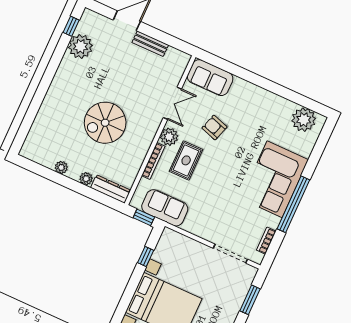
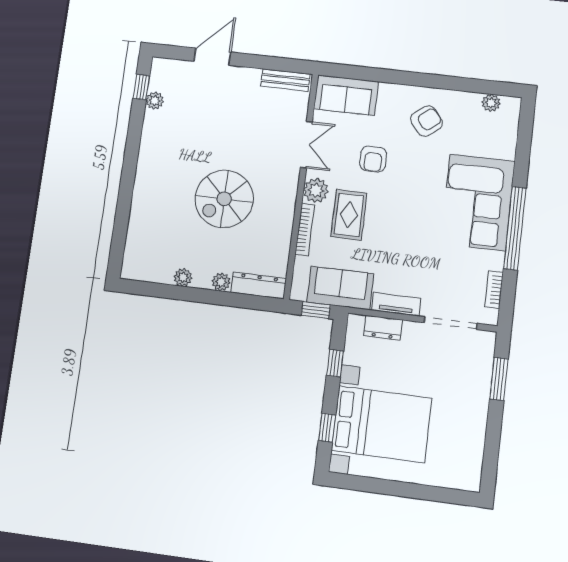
bench: (150, 44) -> (285, 80), moved
plant: (81, 46) -> (155, 101), width x0.53, depth x0.53
armchair: (259, 113) -> (427, 121), added
plant: (304, 120) -> (491, 103), width x0.53, depth x0.53
armchair: (214, 128) -> (373, 159), turned -108
tv unit: (198, 230) -> (396, 304), added
dresser: (185, 243) -> (383, 328), added
window: (127, 297) -> (327, 428), added

